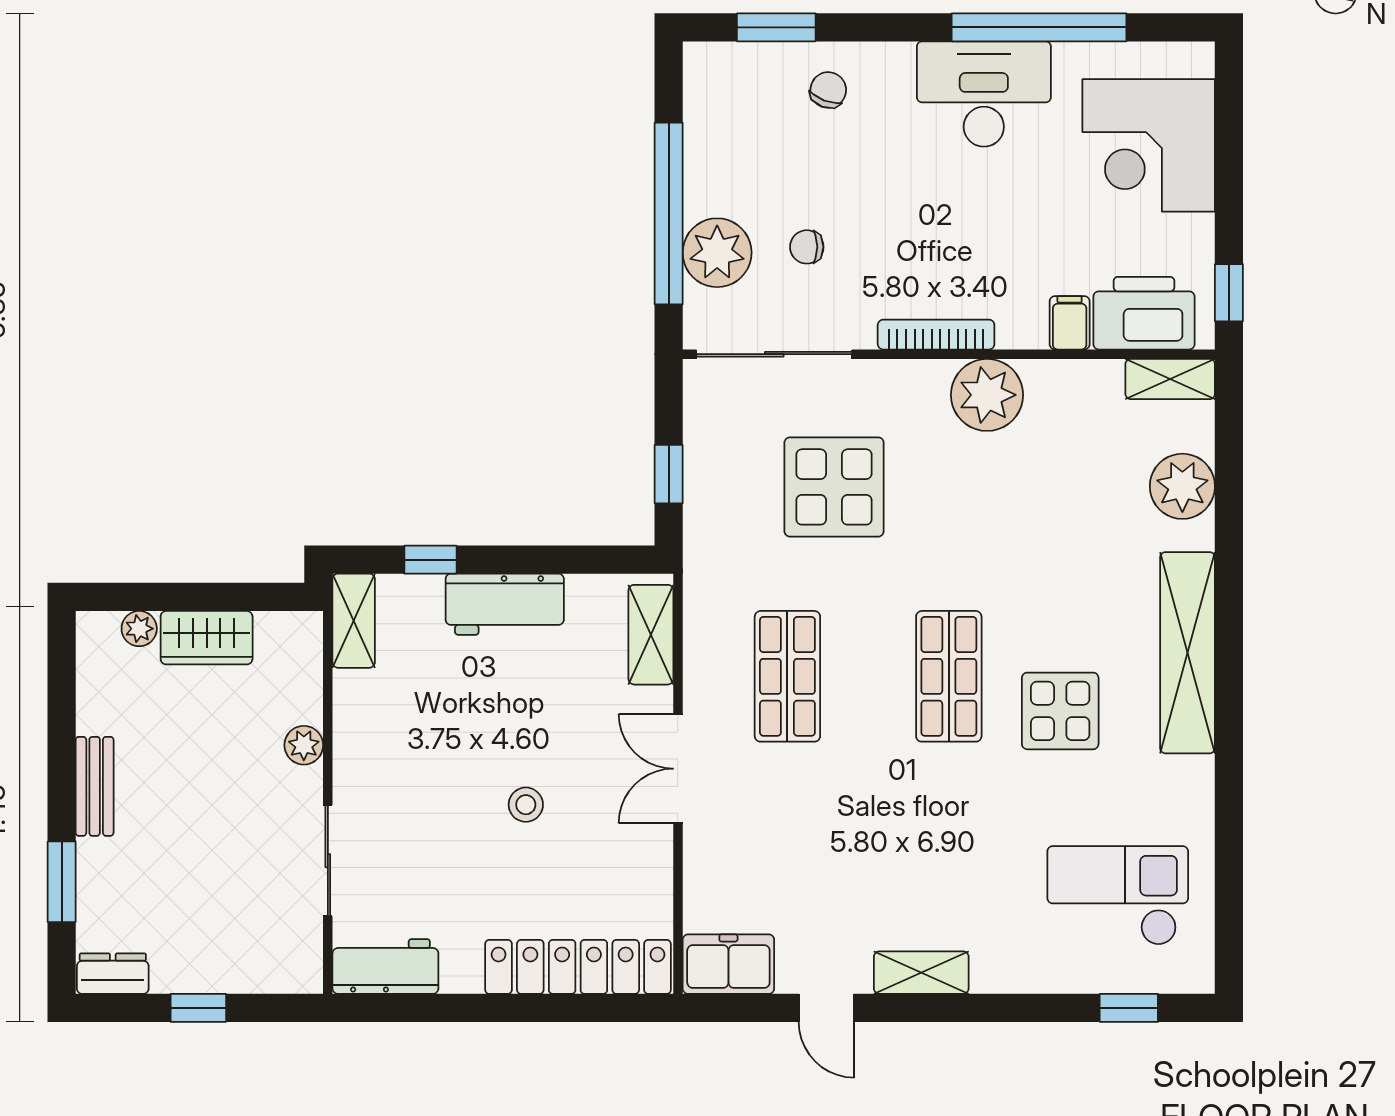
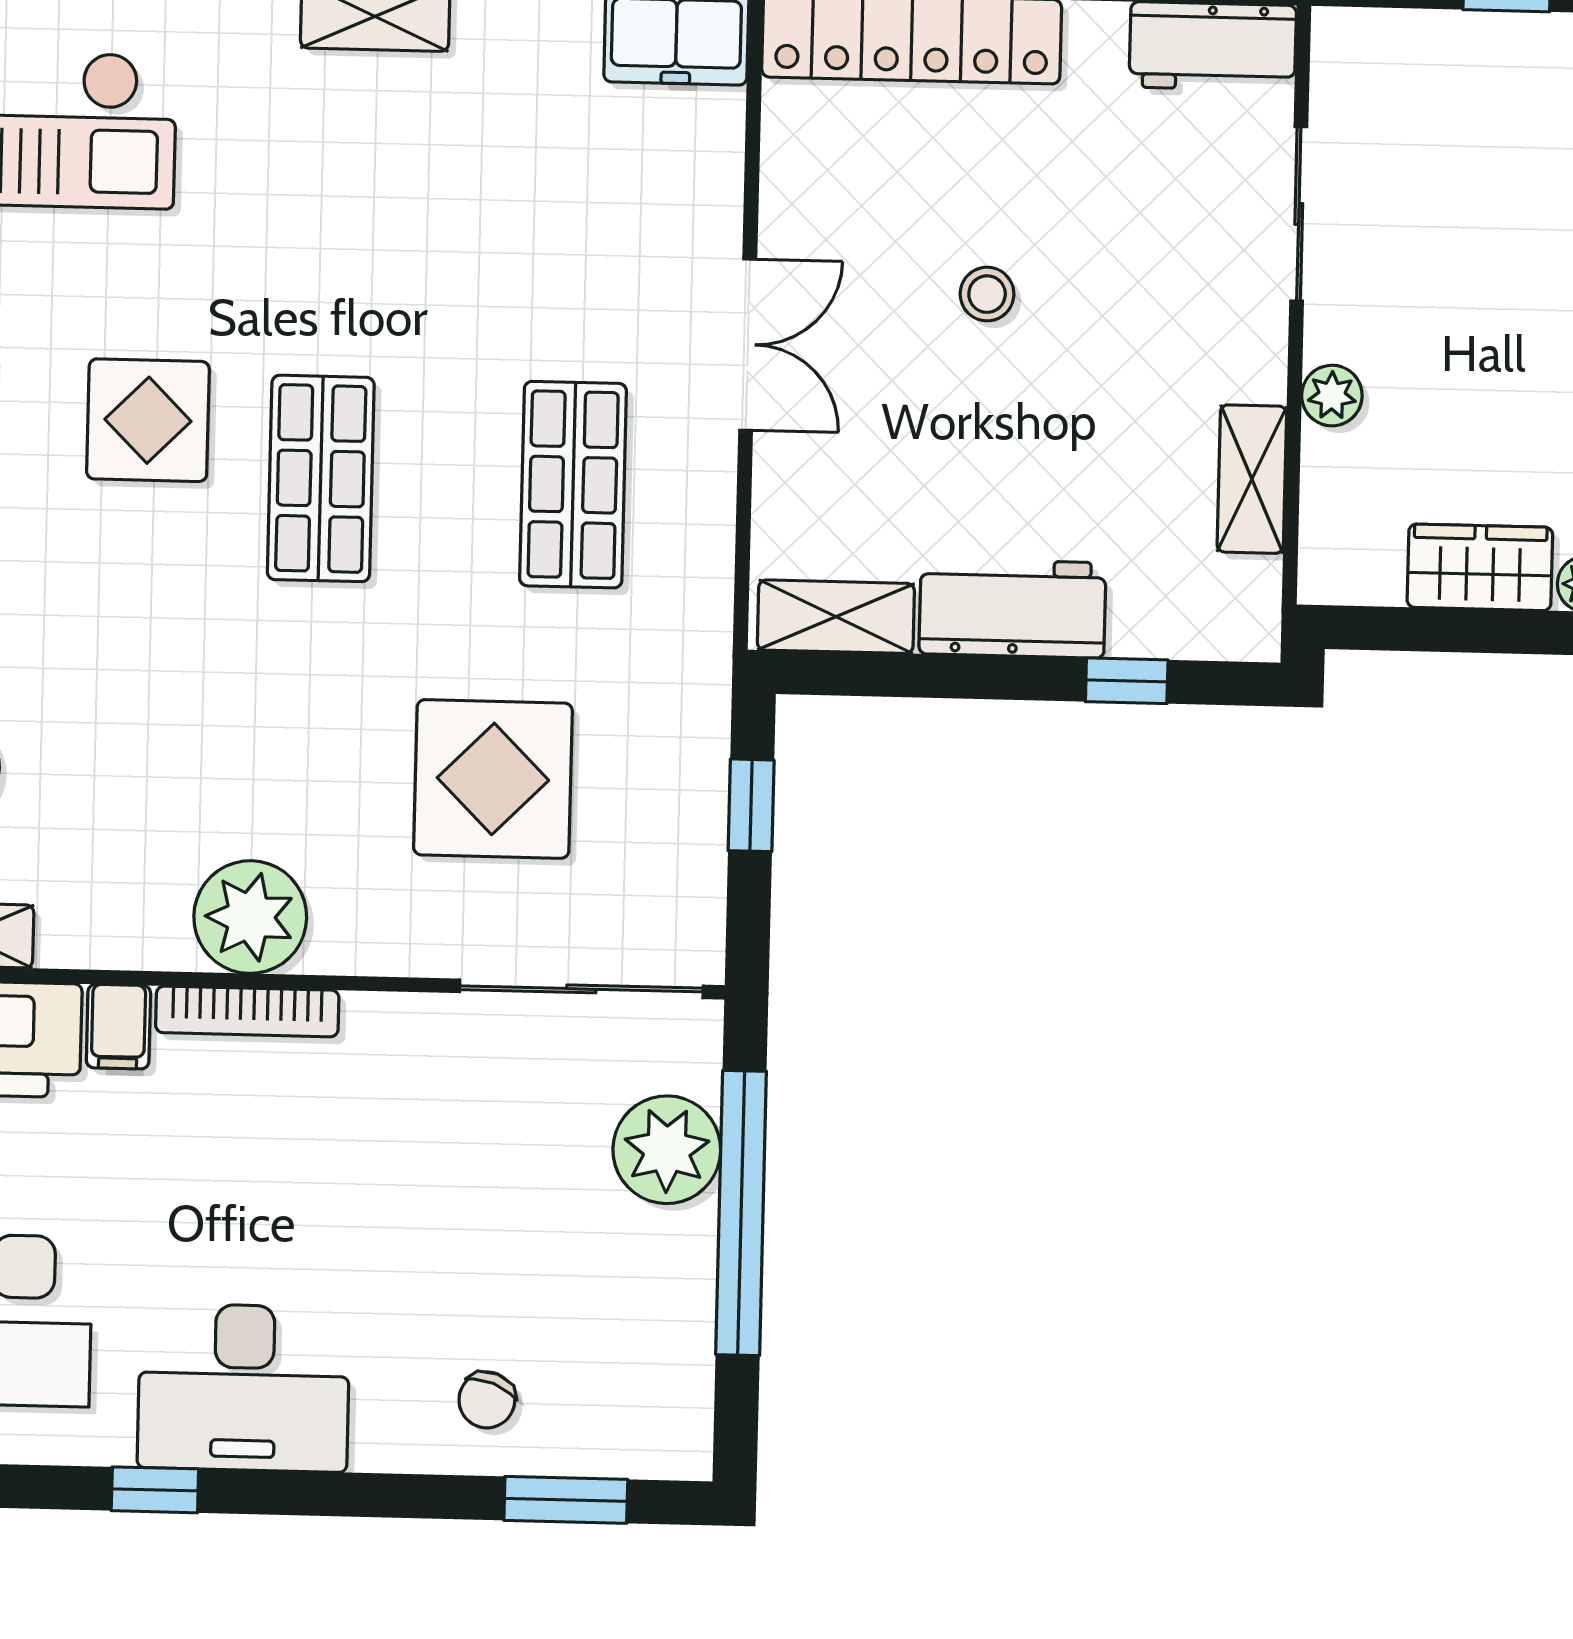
window: (1039, 27) -> (155, 1490), width x0.32
chair: (807, 247) -> (526, 1155), removed
bookcase: (936, 335) -> (247, 1011), moved
shelving: (354, 621) -> (1252, 479), moved
shelving: (651, 635) -> (836, 617), moved, turned 90

